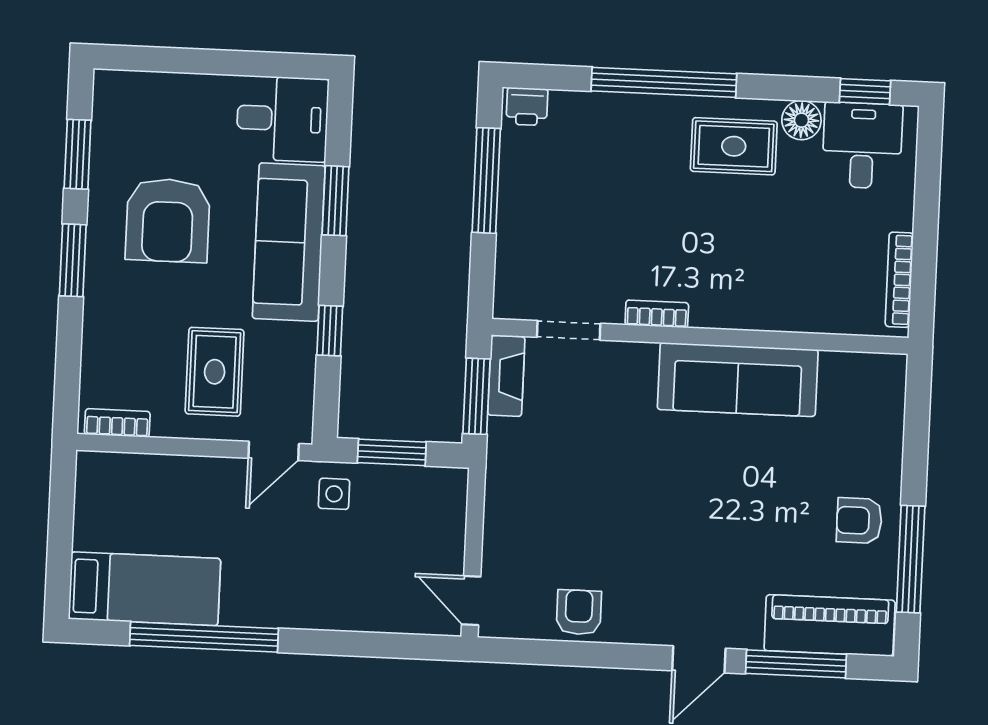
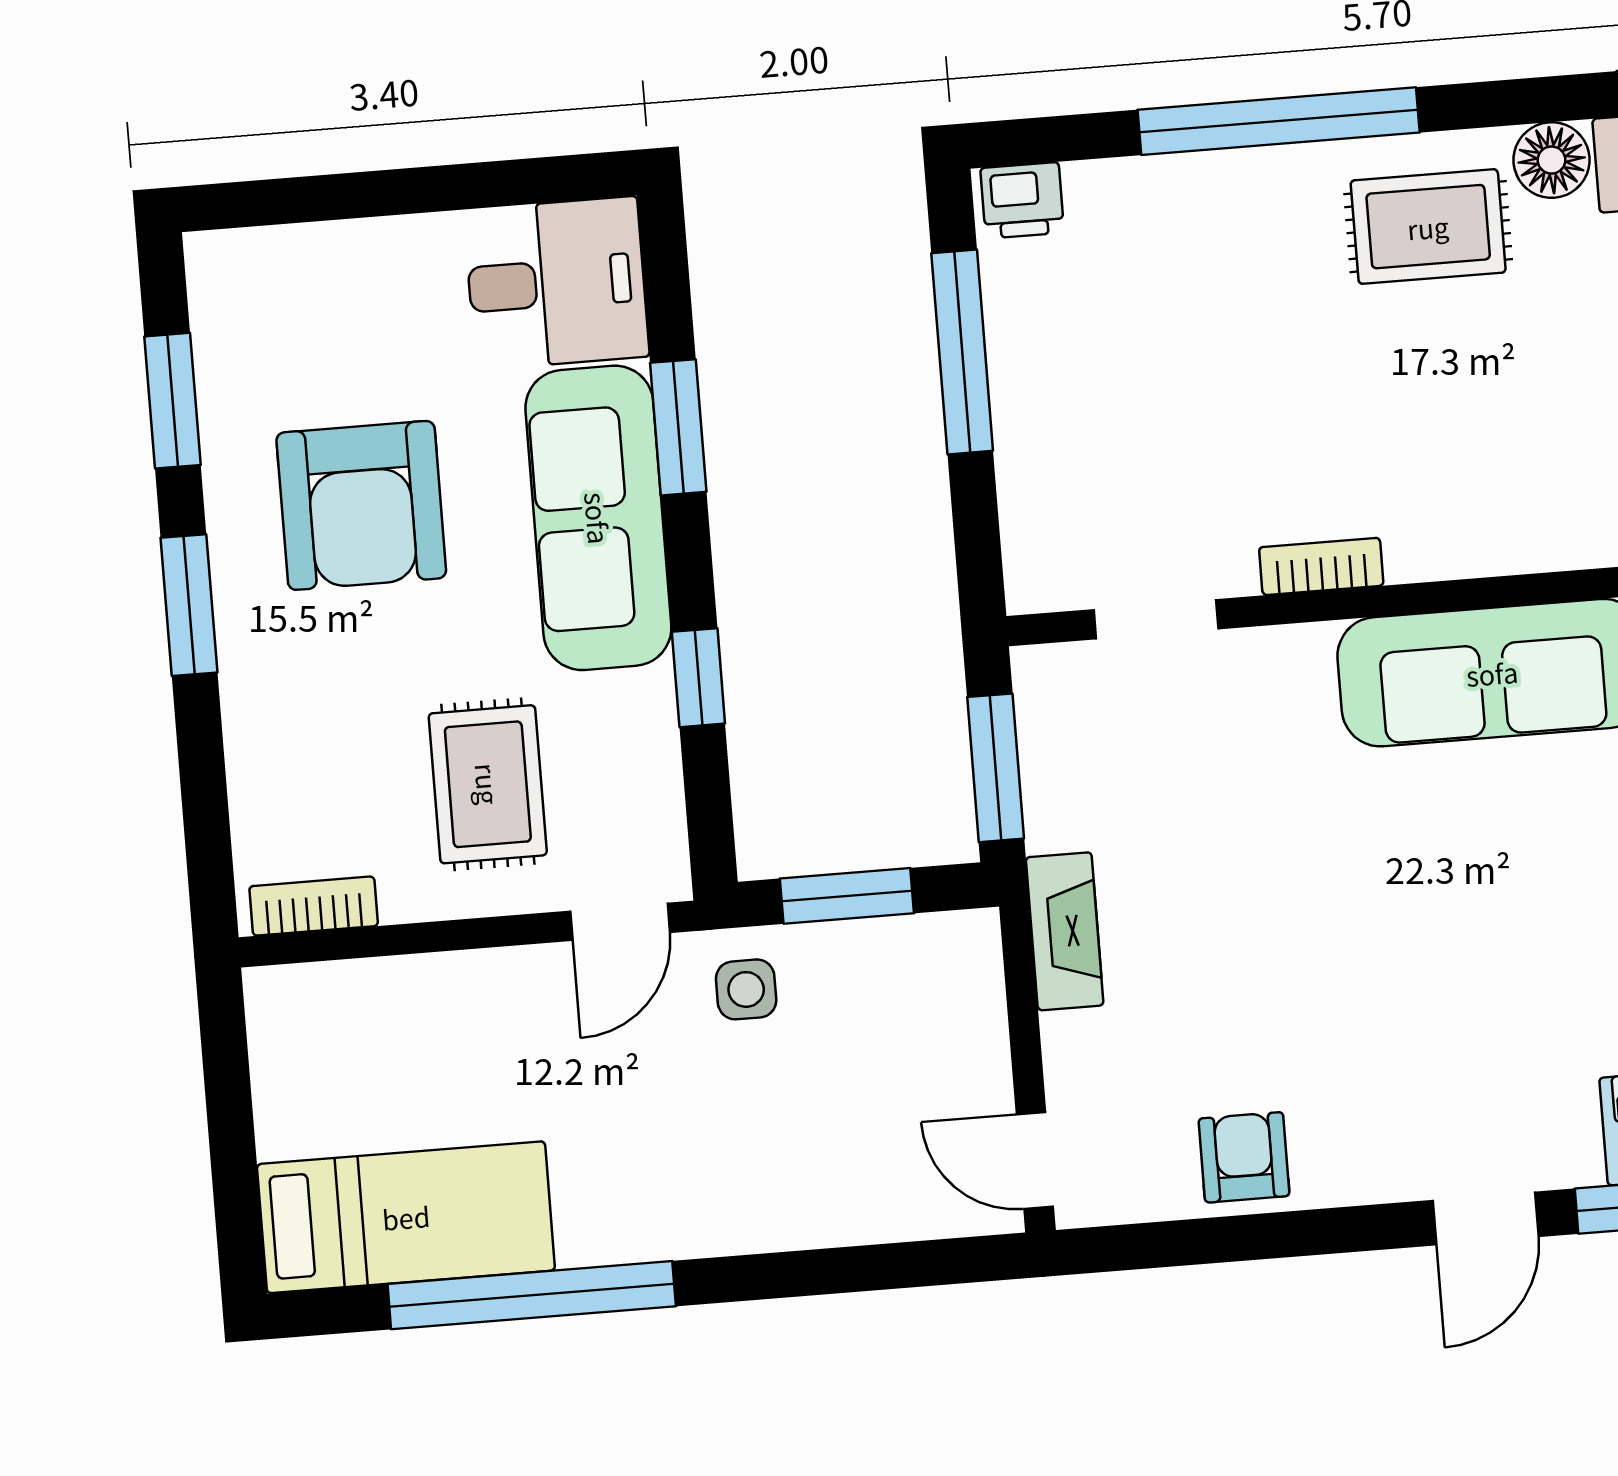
fireplace: (506, 376) -> (1065, 931), moved

